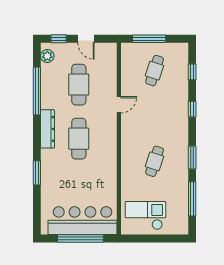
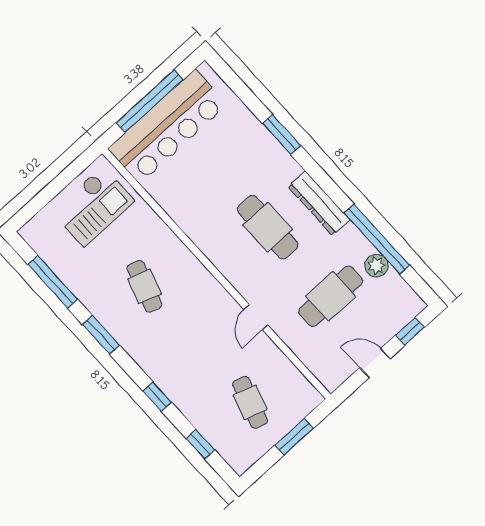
window: (149, 39) -> (294, 437), width x0.69
plant: (47, 56) -> (376, 266), moved
cafe table: (79, 85) -> (331, 296), turned 90

